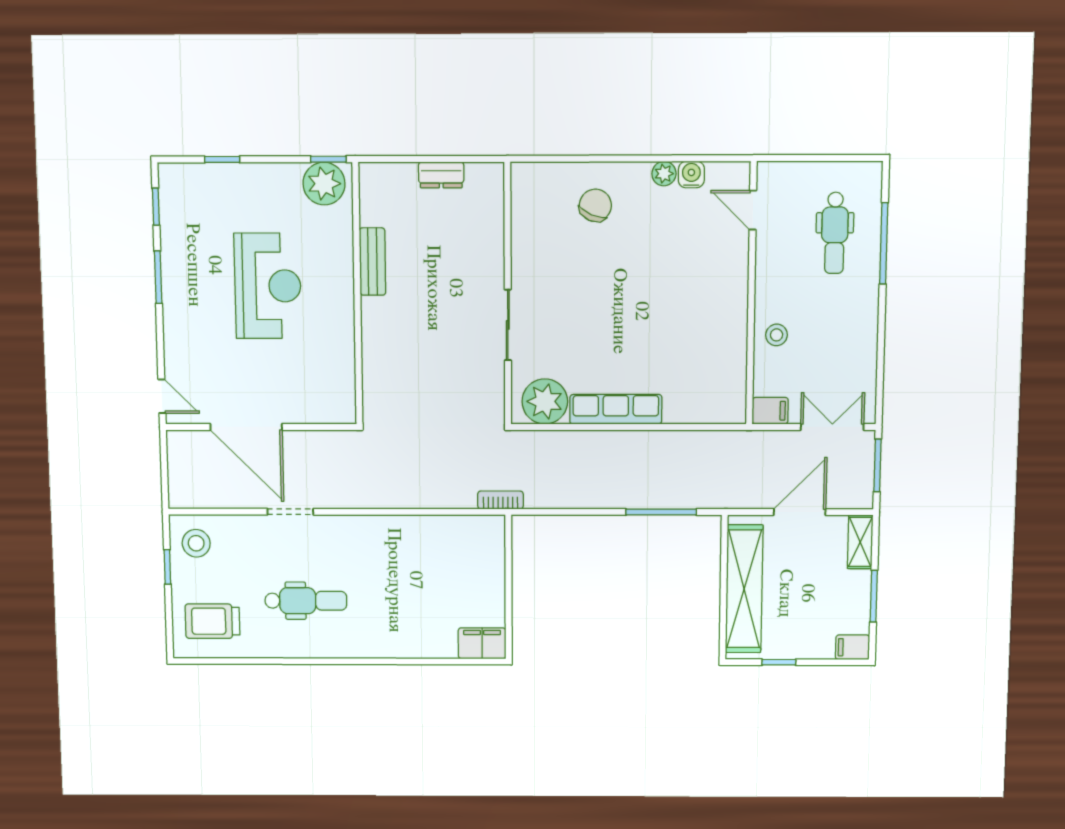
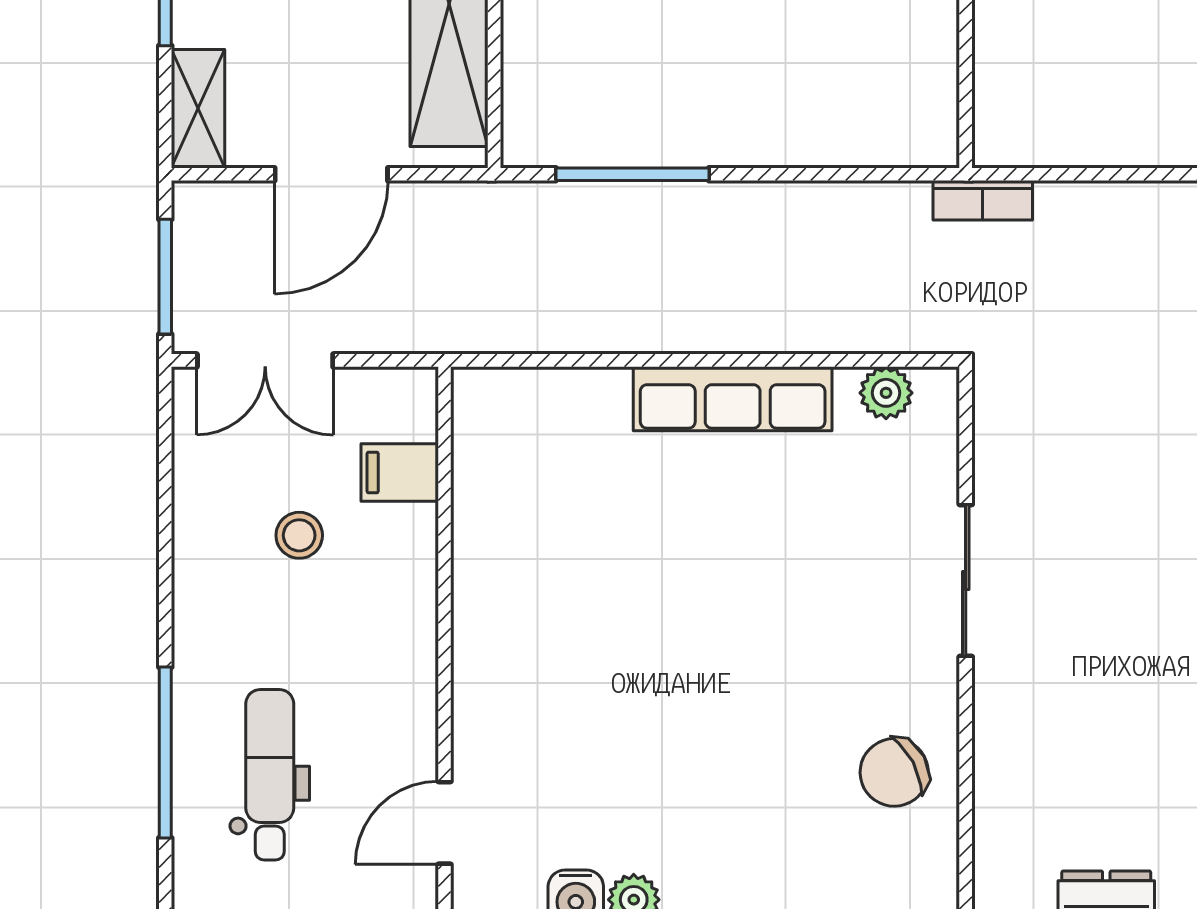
chair: (595, 205) -> (894, 772), moved, turned 39
door: (753, 210) -> (444, 823), swing flipped
stool: (777, 335) -> (299, 535), moved
plant: (545, 401) -> (886, 393), width x0.53, depth x0.53
filing cabinet: (770, 411) -> (400, 473), moved

